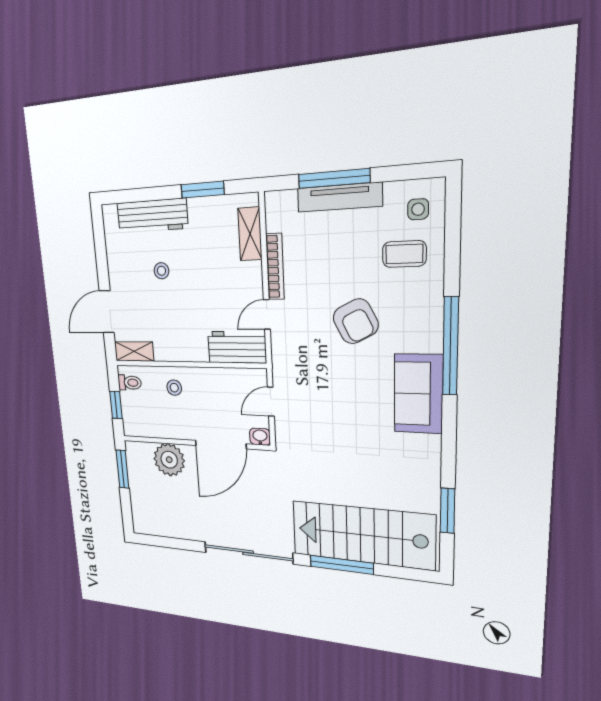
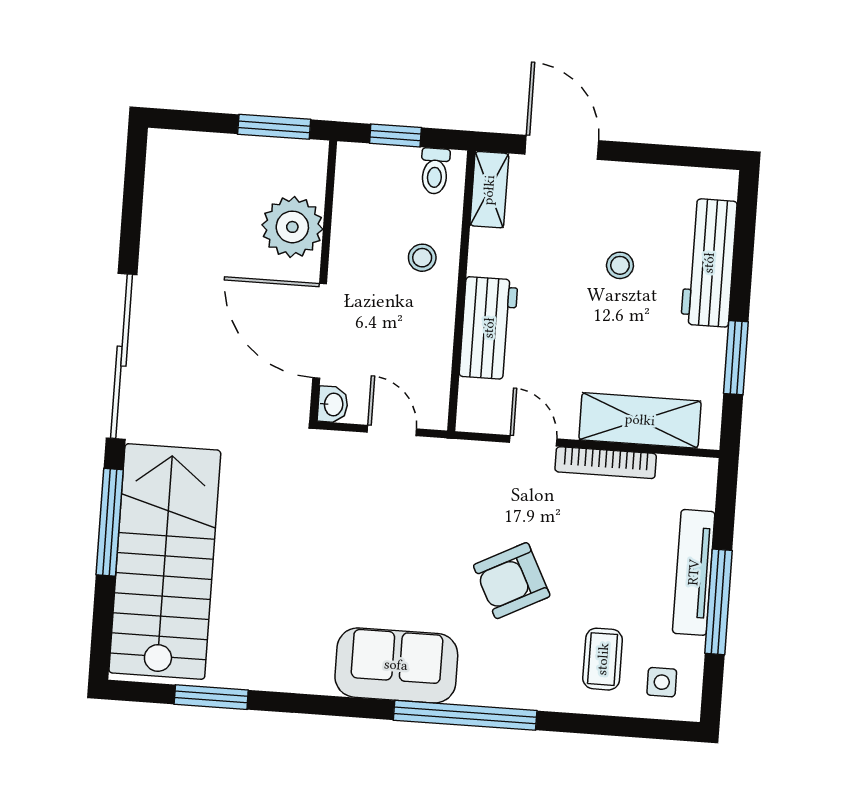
window: (334, 178) -> (718, 602), moved
shelving: (250, 234) -> (640, 420), width x1.50, depth x1.33
workbench: (237, 347) -> (489, 328), moved

